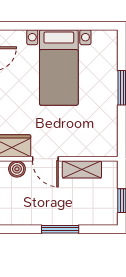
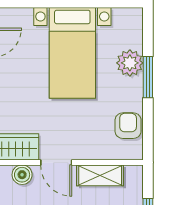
plant: (107, 76) -> (130, 63), added
armchair: (105, 128) -> (128, 126), added

